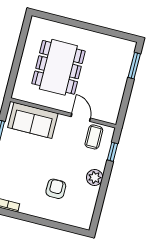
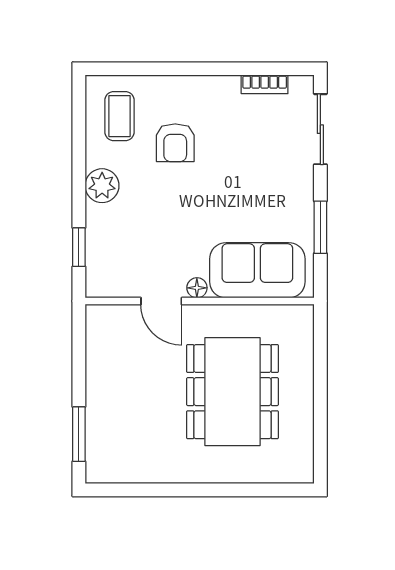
floor lamp: (63, 119) -> (197, 288), added
coffee table: (94, 137) -> (119, 116), moved

